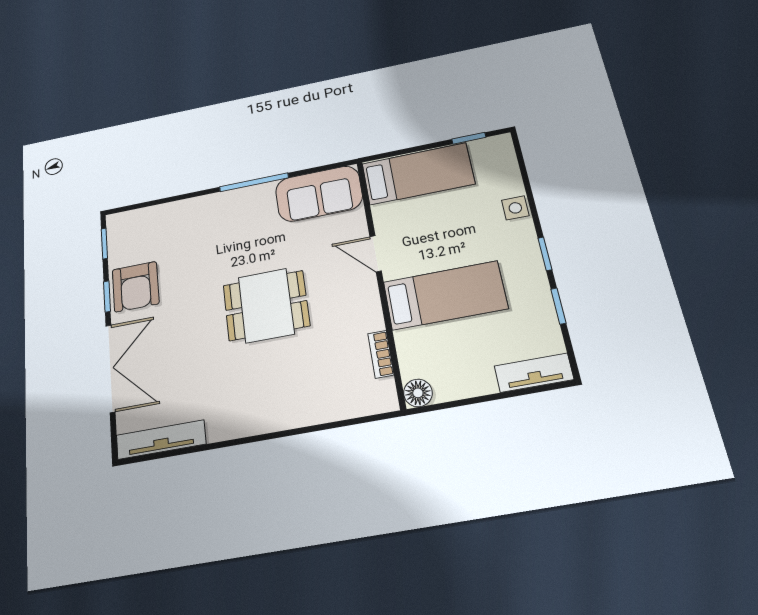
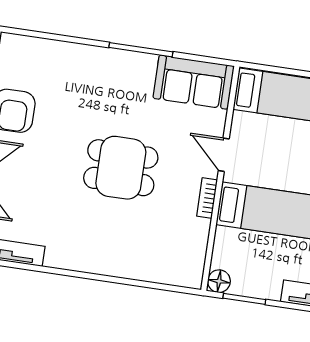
bookcase: (381, 354) -> (207, 198), moved
window: (456, 404) -> (244, 299), added

